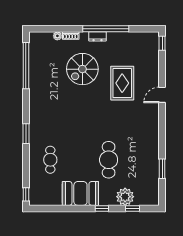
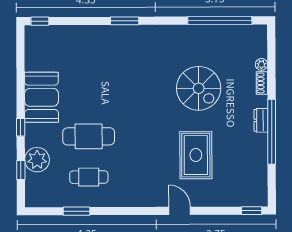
spiral stairs: (82, 69) -> (199, 88), moved, turned 180
rug: (122, 83) -> (196, 155), turned 90
cafe table: (50, 160) -> (89, 177), moved

